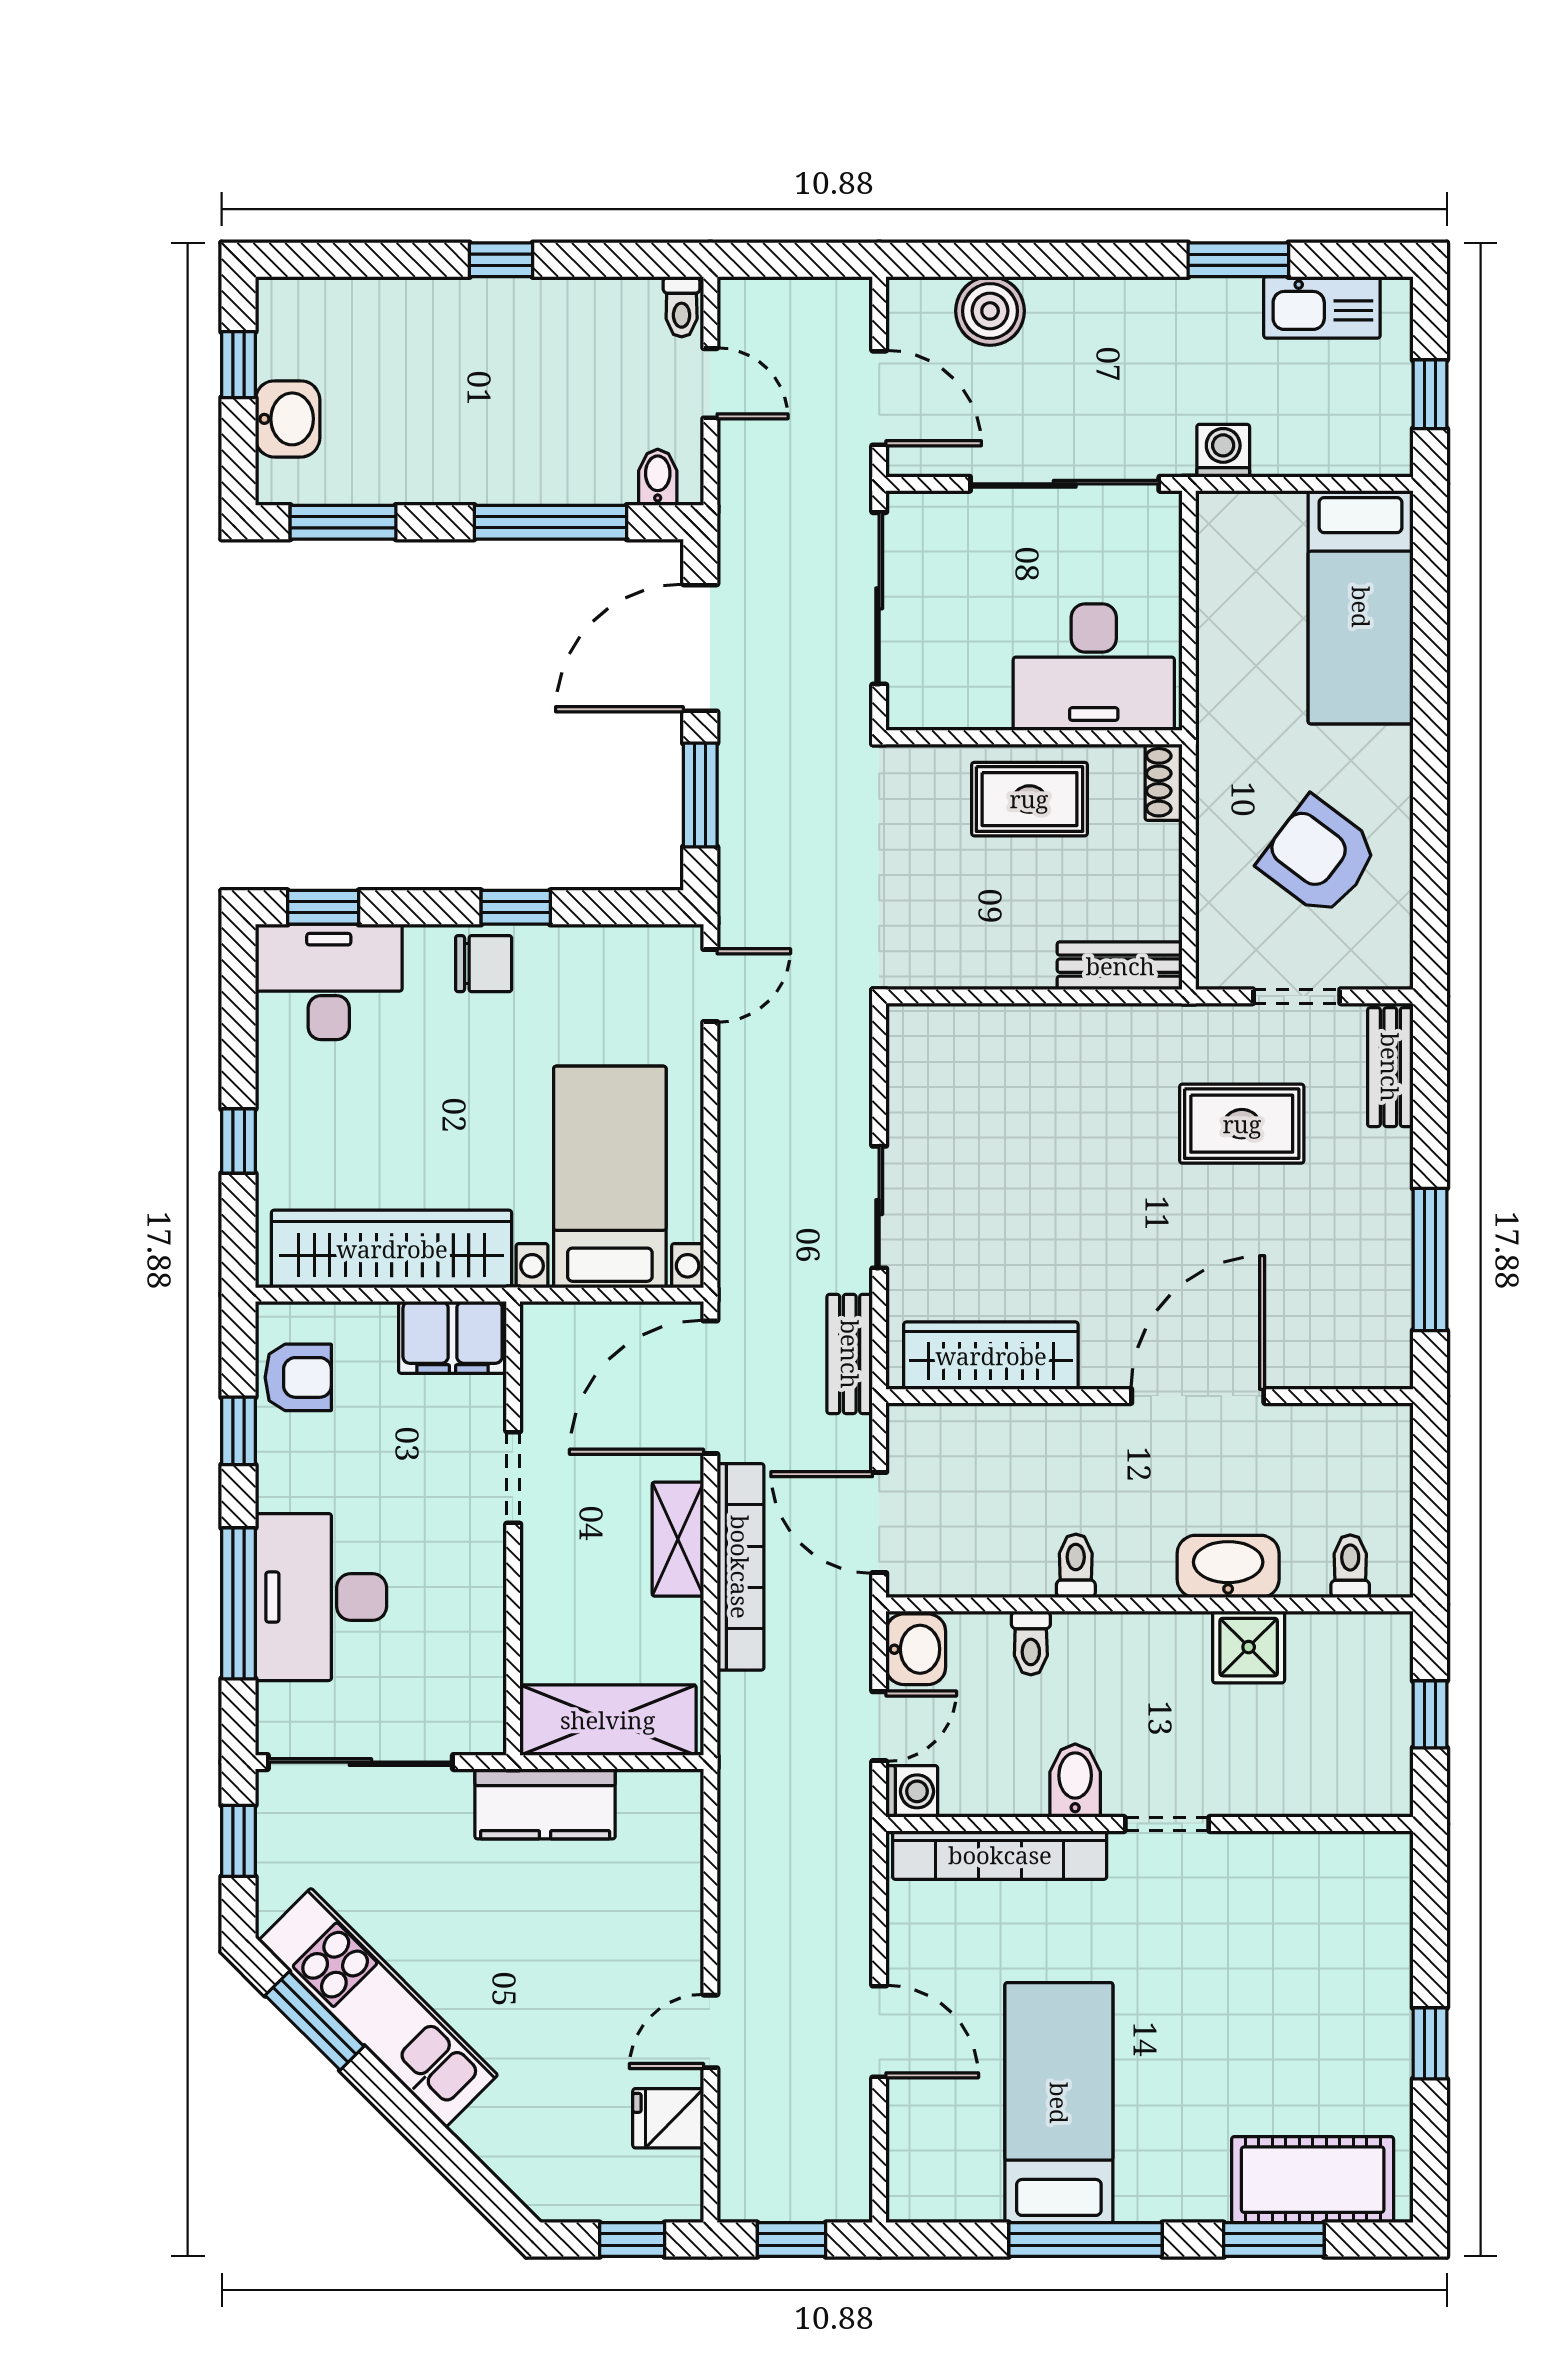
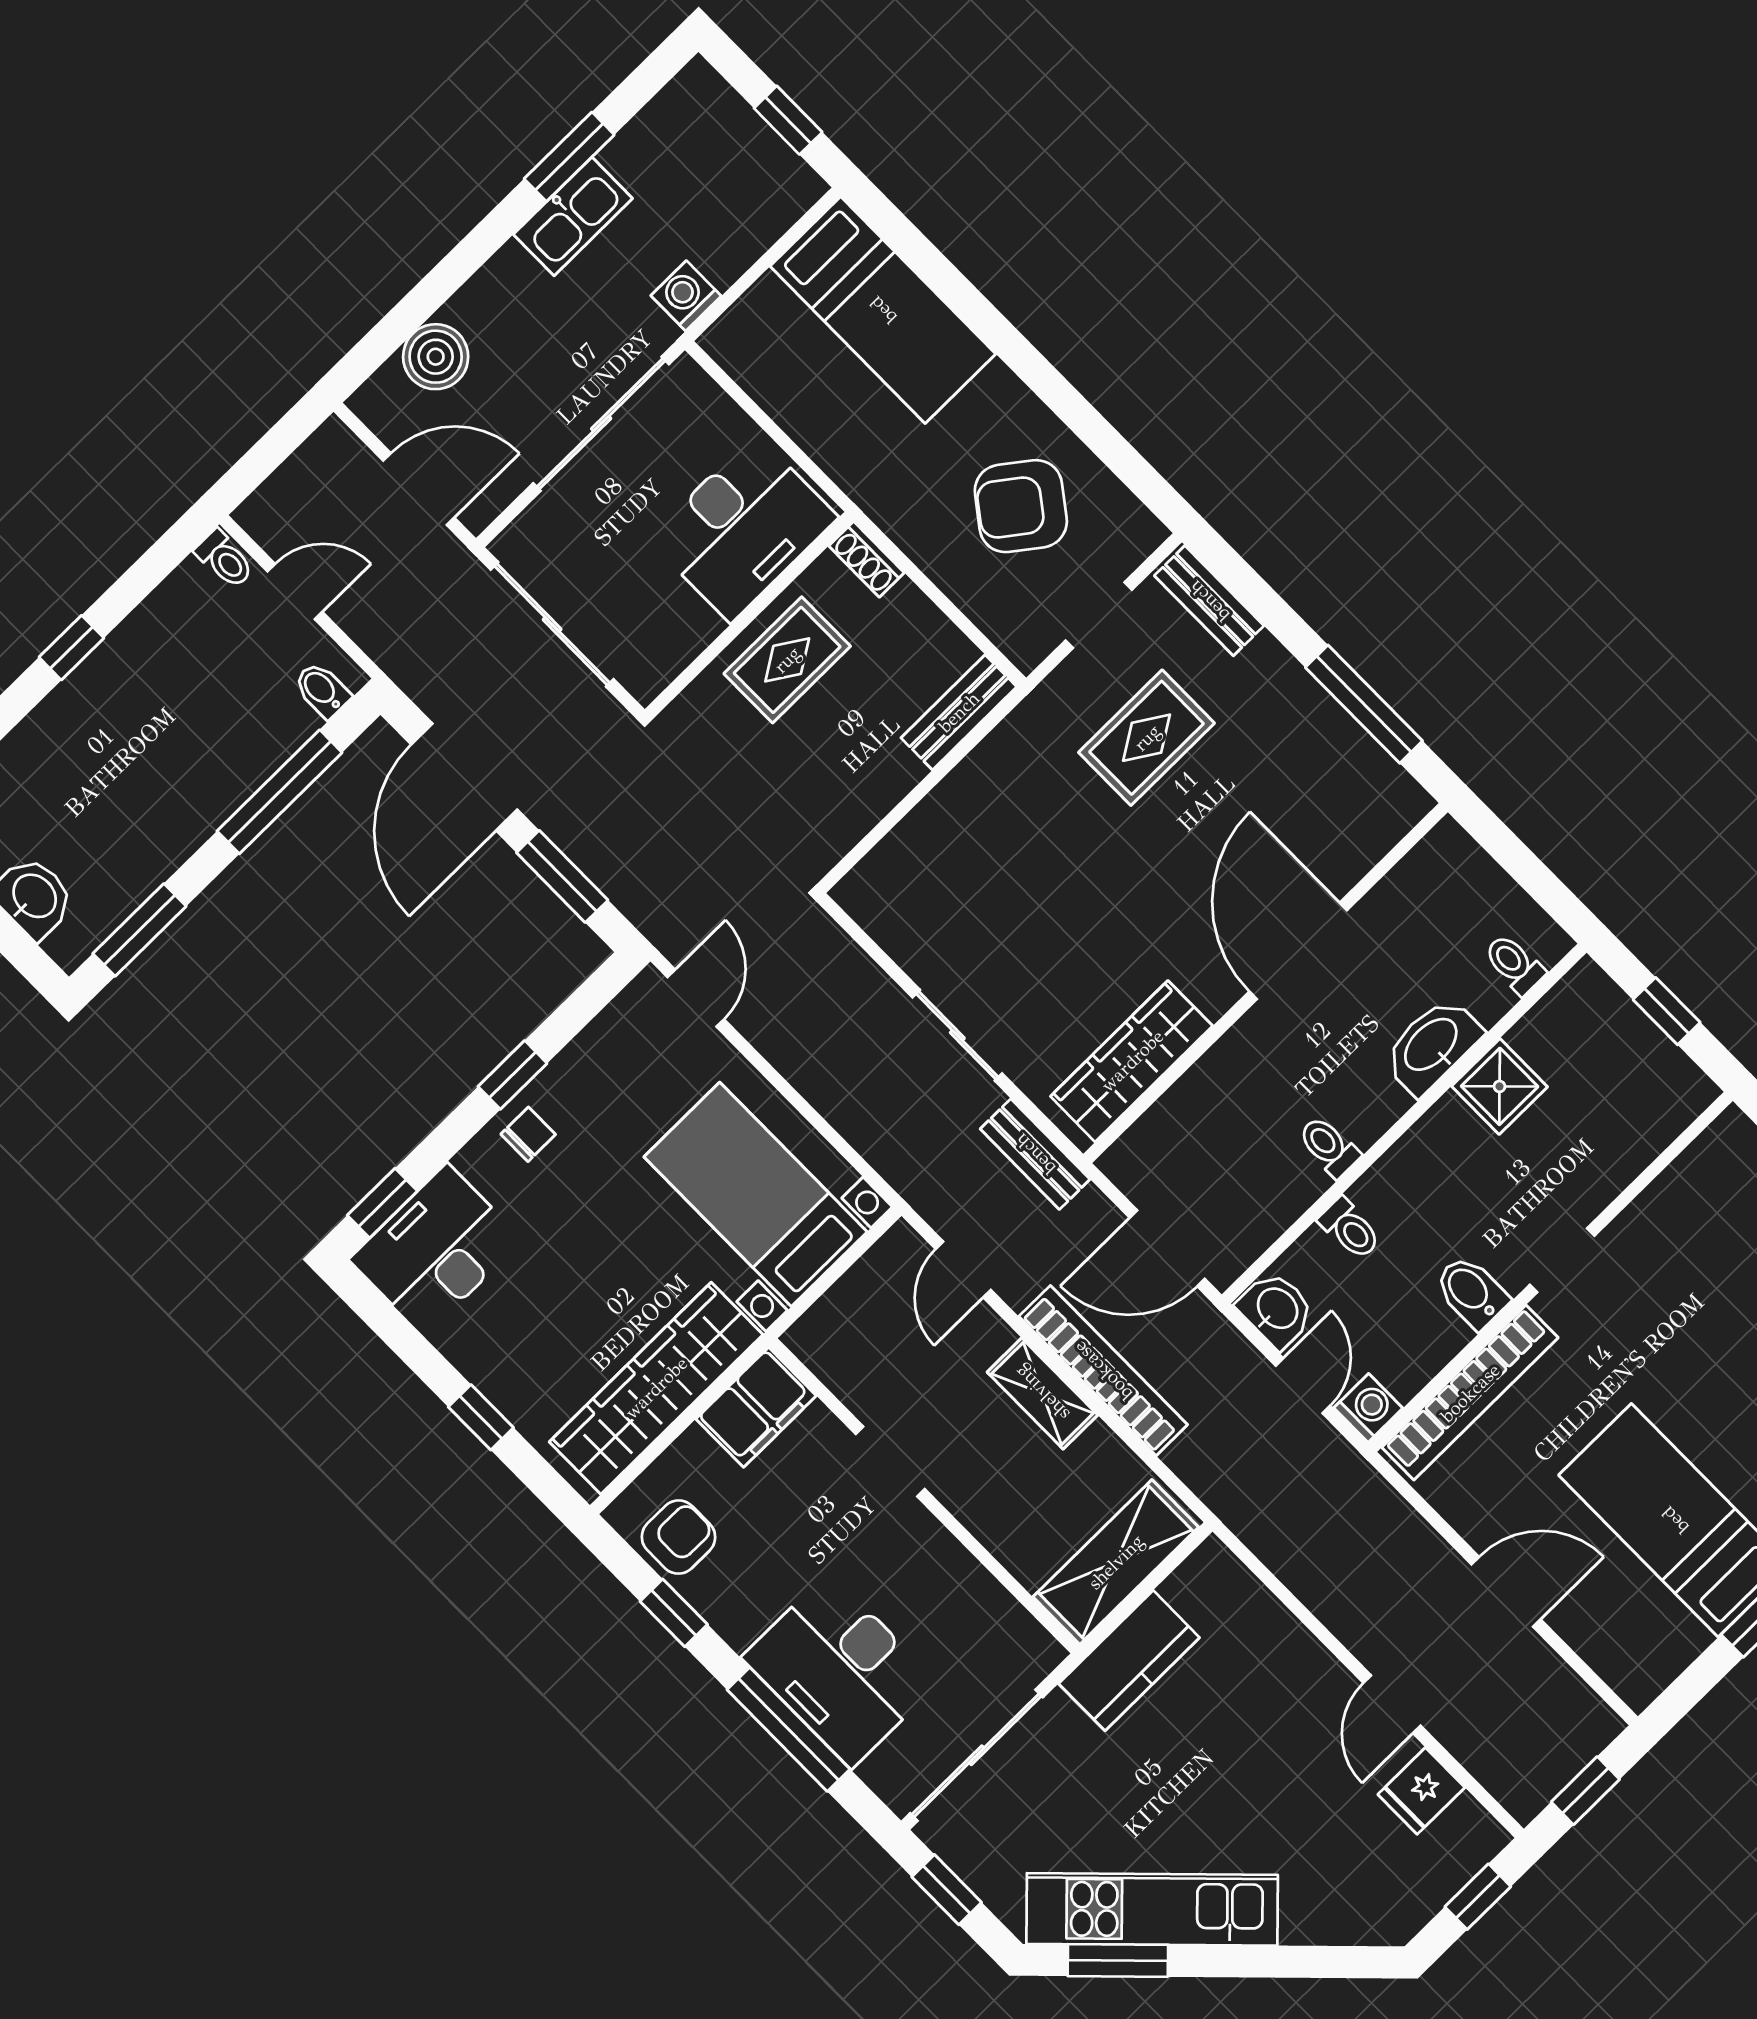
kitchen sink: (1322, 307) -> (573, 216), moved
chair: (484, 964) -> (528, 1134), width x0.73, depth x0.73
door: (710, 1387) -> (963, 1269), width x0.53

